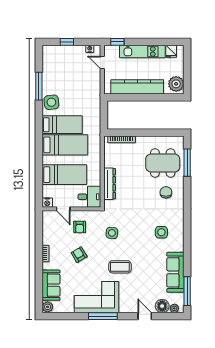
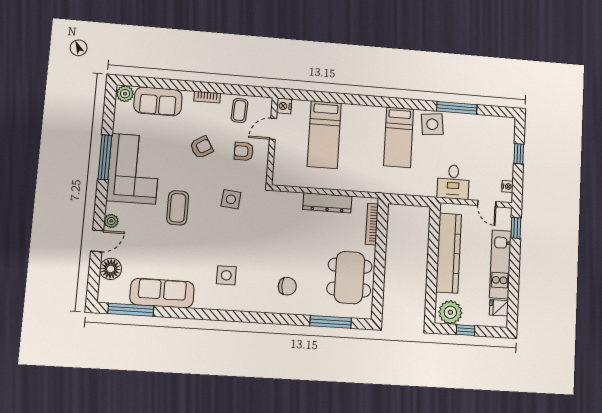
door: (102, 62) -> (487, 204), swing flipped
window: (187, 73) -> (466, 330), added
bed: (65, 145) -> (369, 139), removed
dining table: (163, 163) -> (349, 278), moved
dresser: (110, 184) -> (327, 203), moved
desk: (89, 197) -> (453, 182), moved
coffee table: (53, 232) -> (240, 111), added
plant: (174, 308) -> (111, 221), moved
window: (103, 316) -> (105, 157), moved

